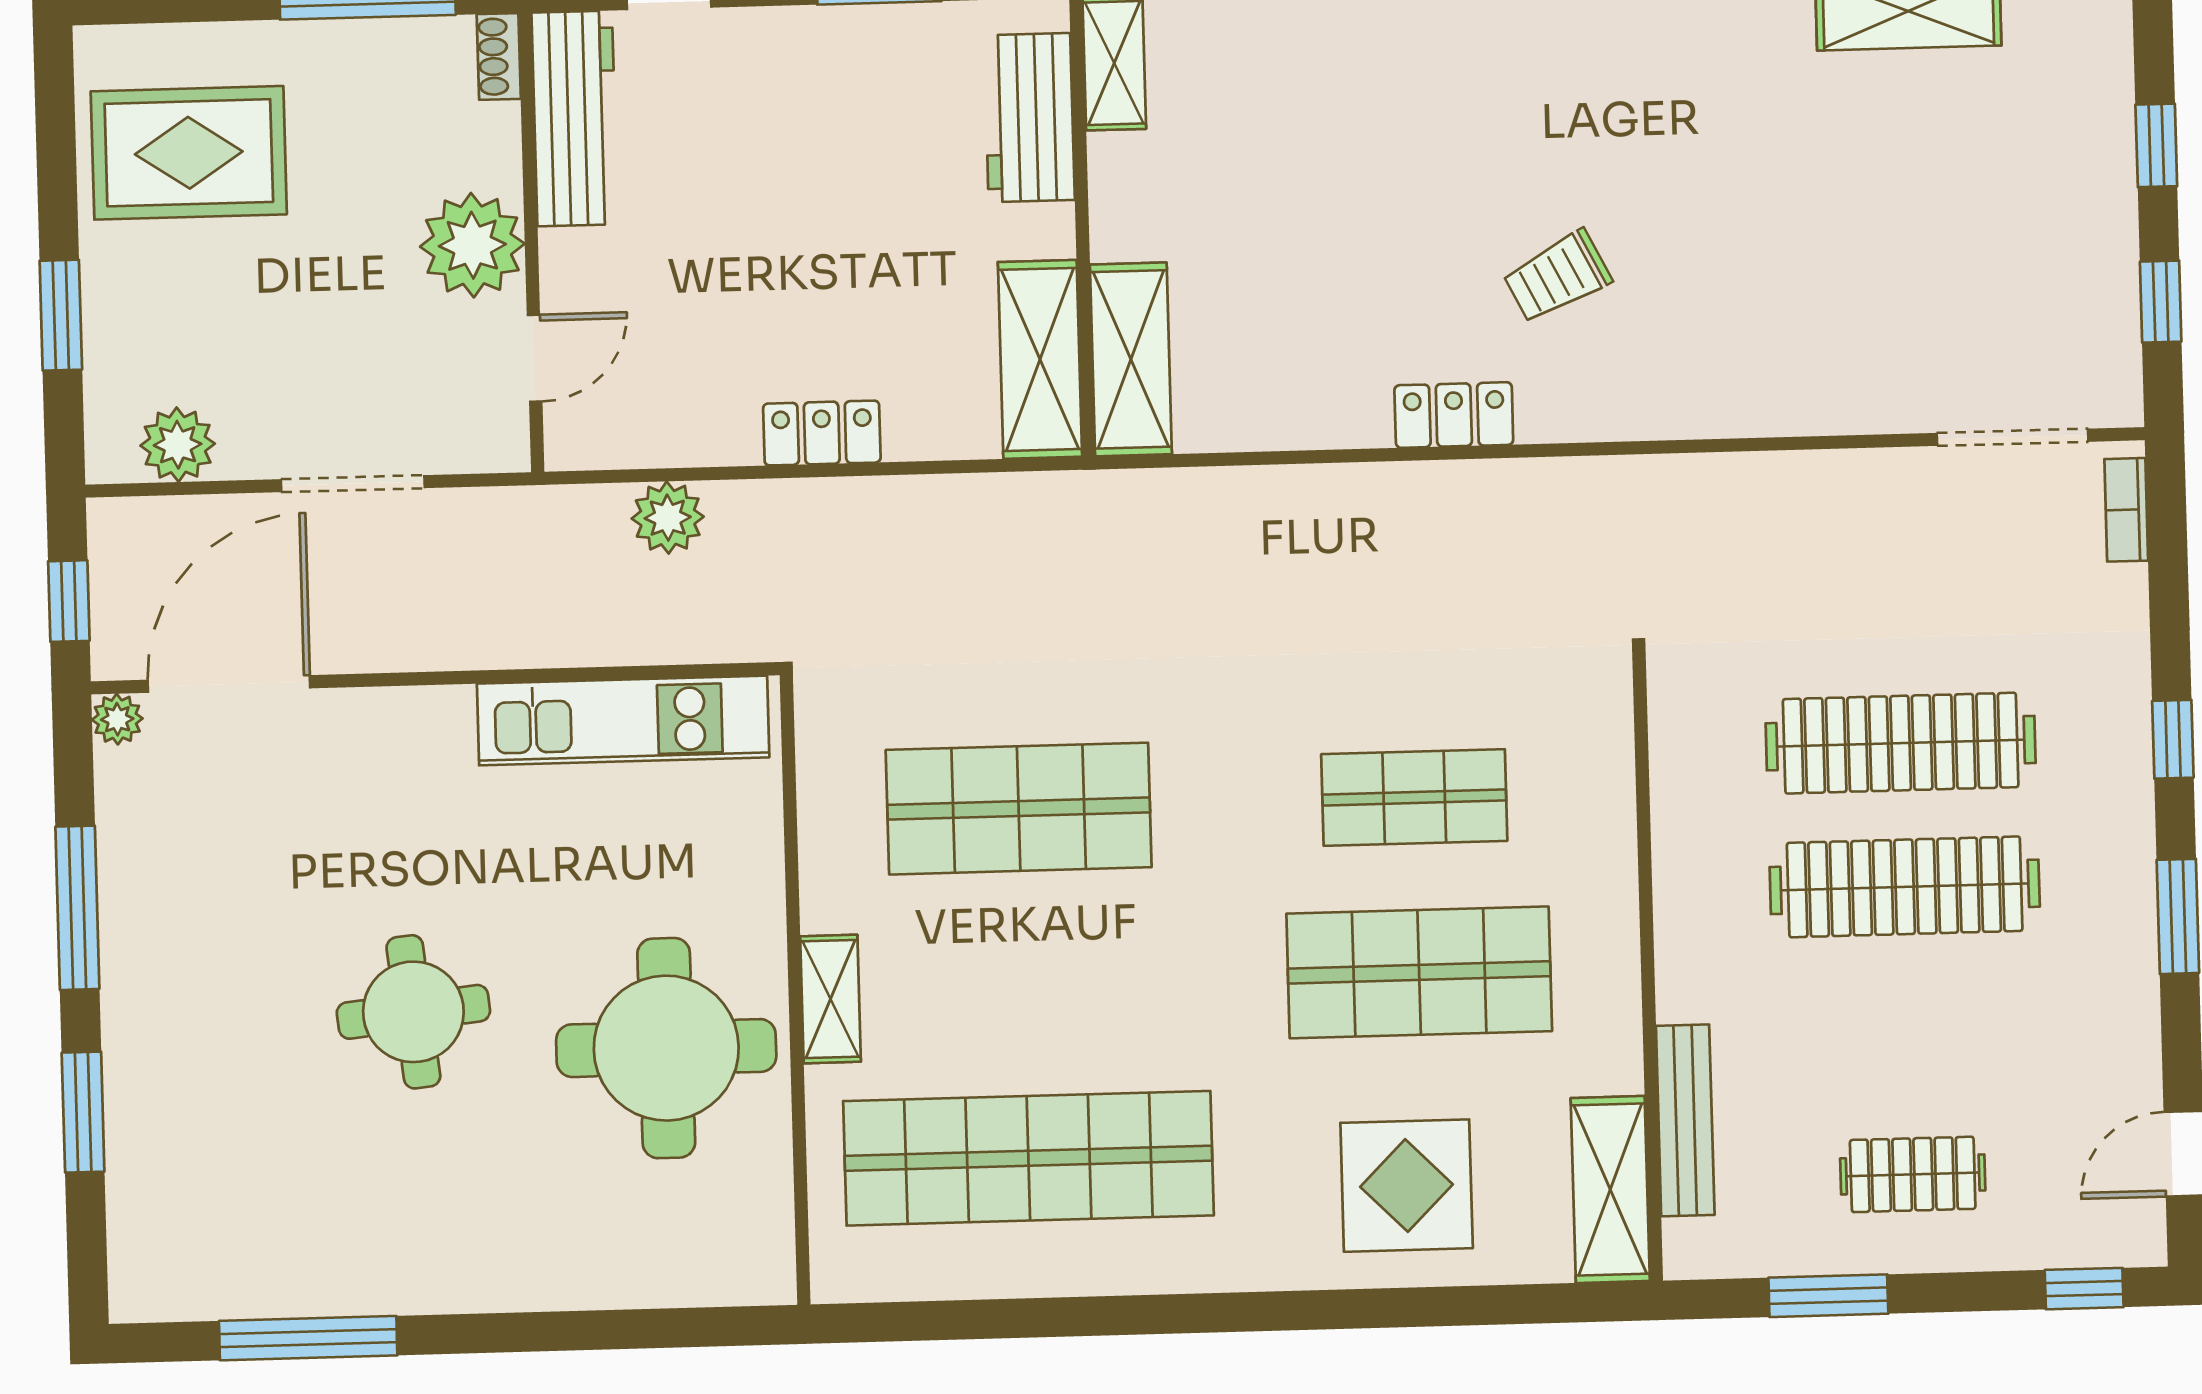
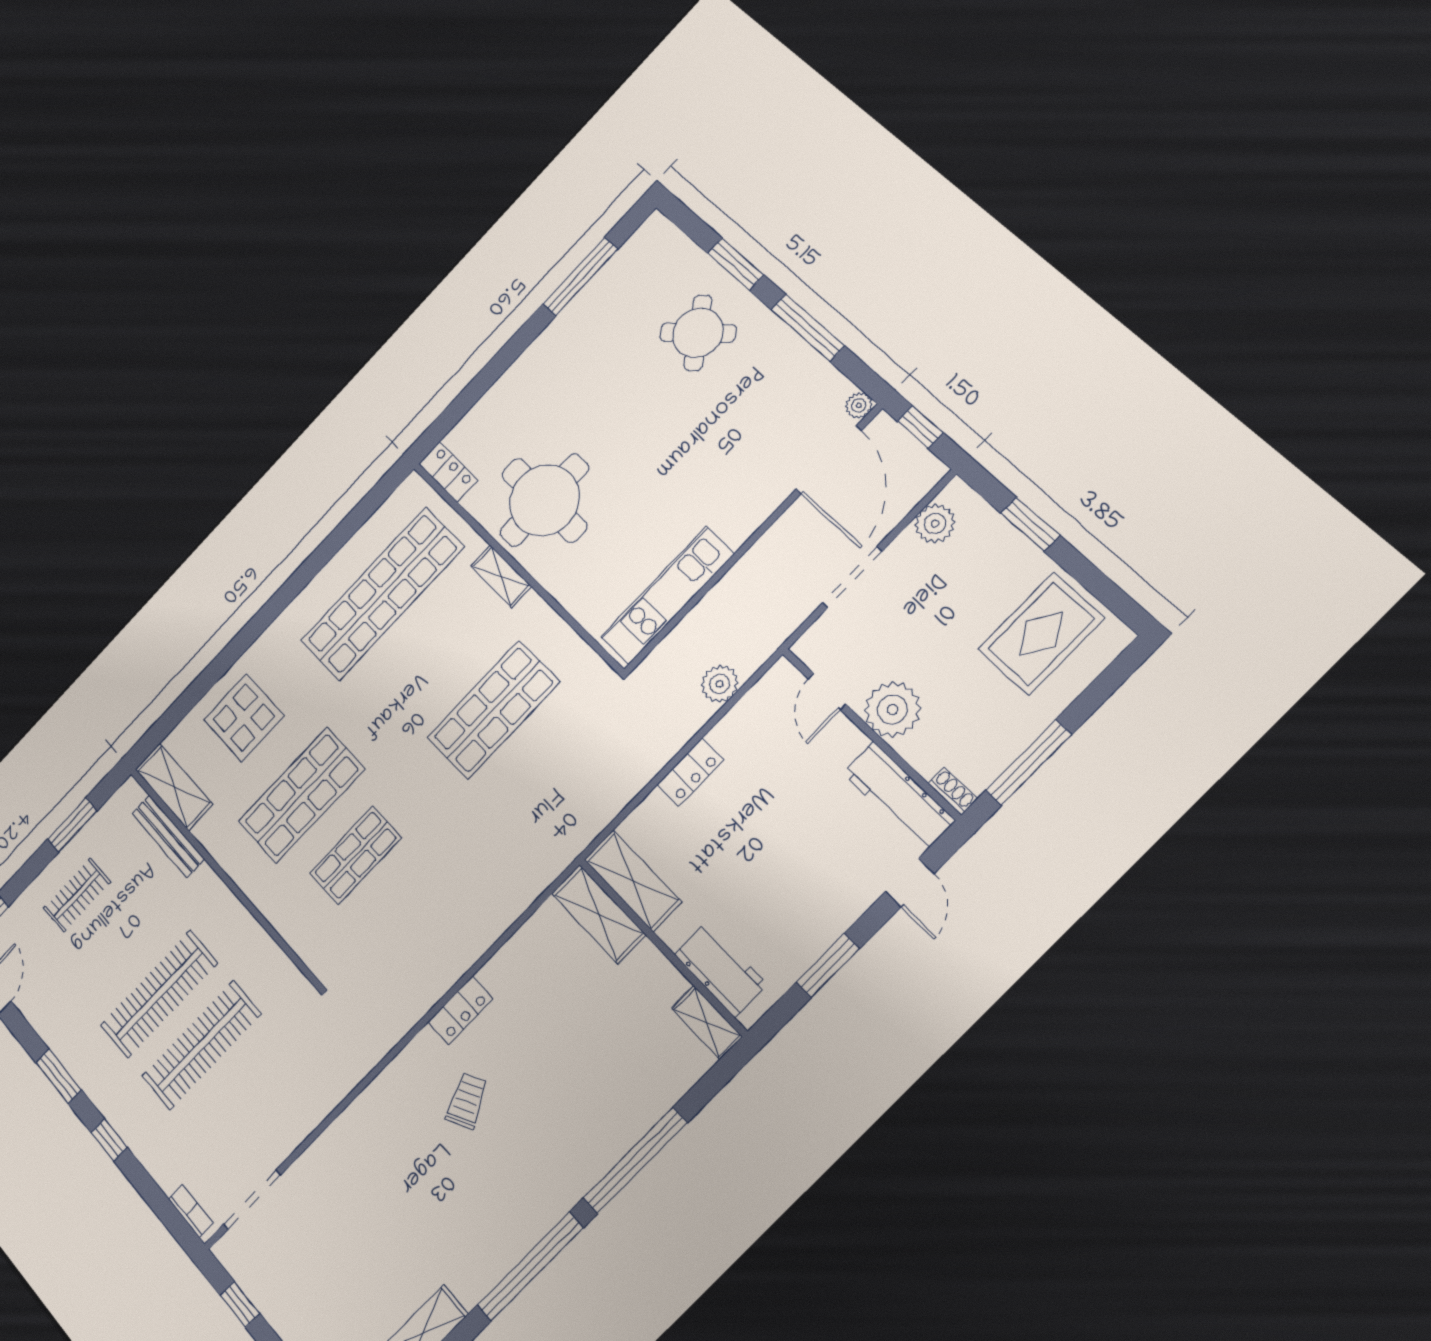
round table: (413, 1012) -> (698, 333), moved, turned -32
locker: (765, 1243) -> (448, 472), added

